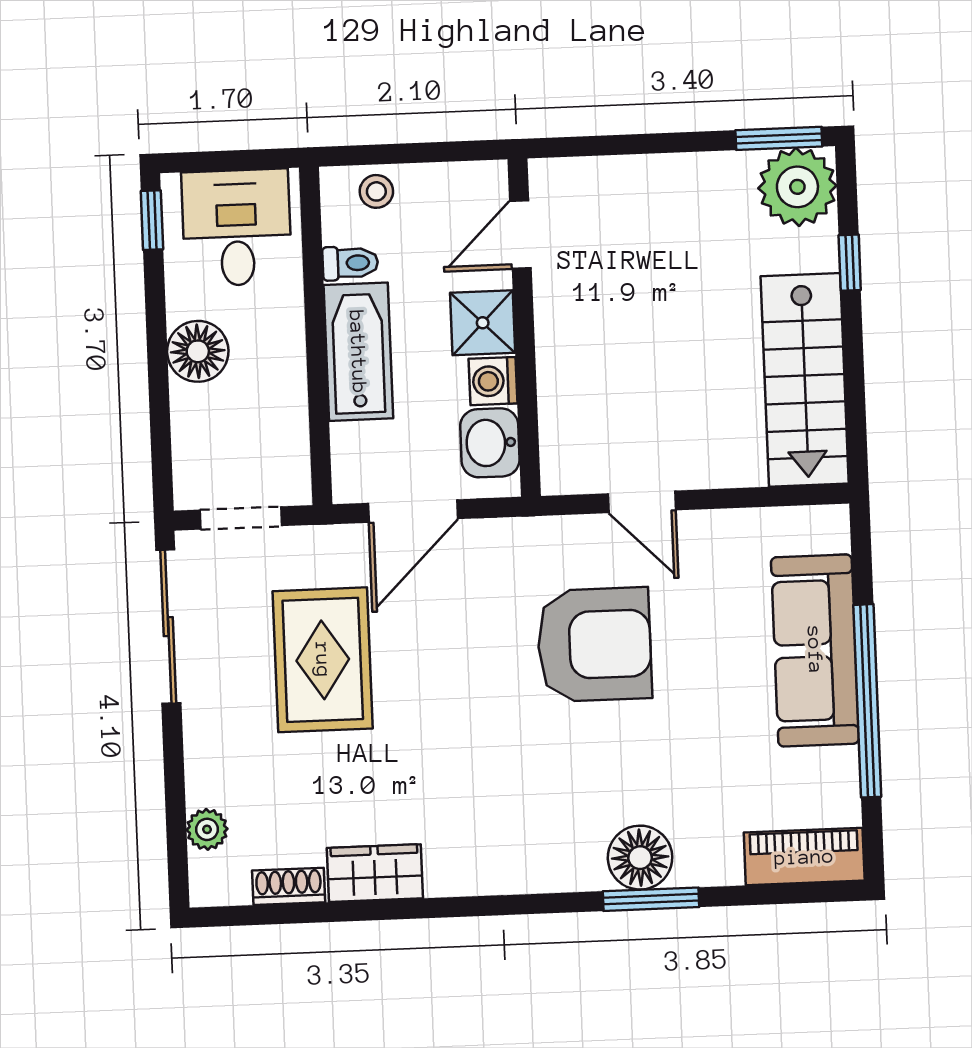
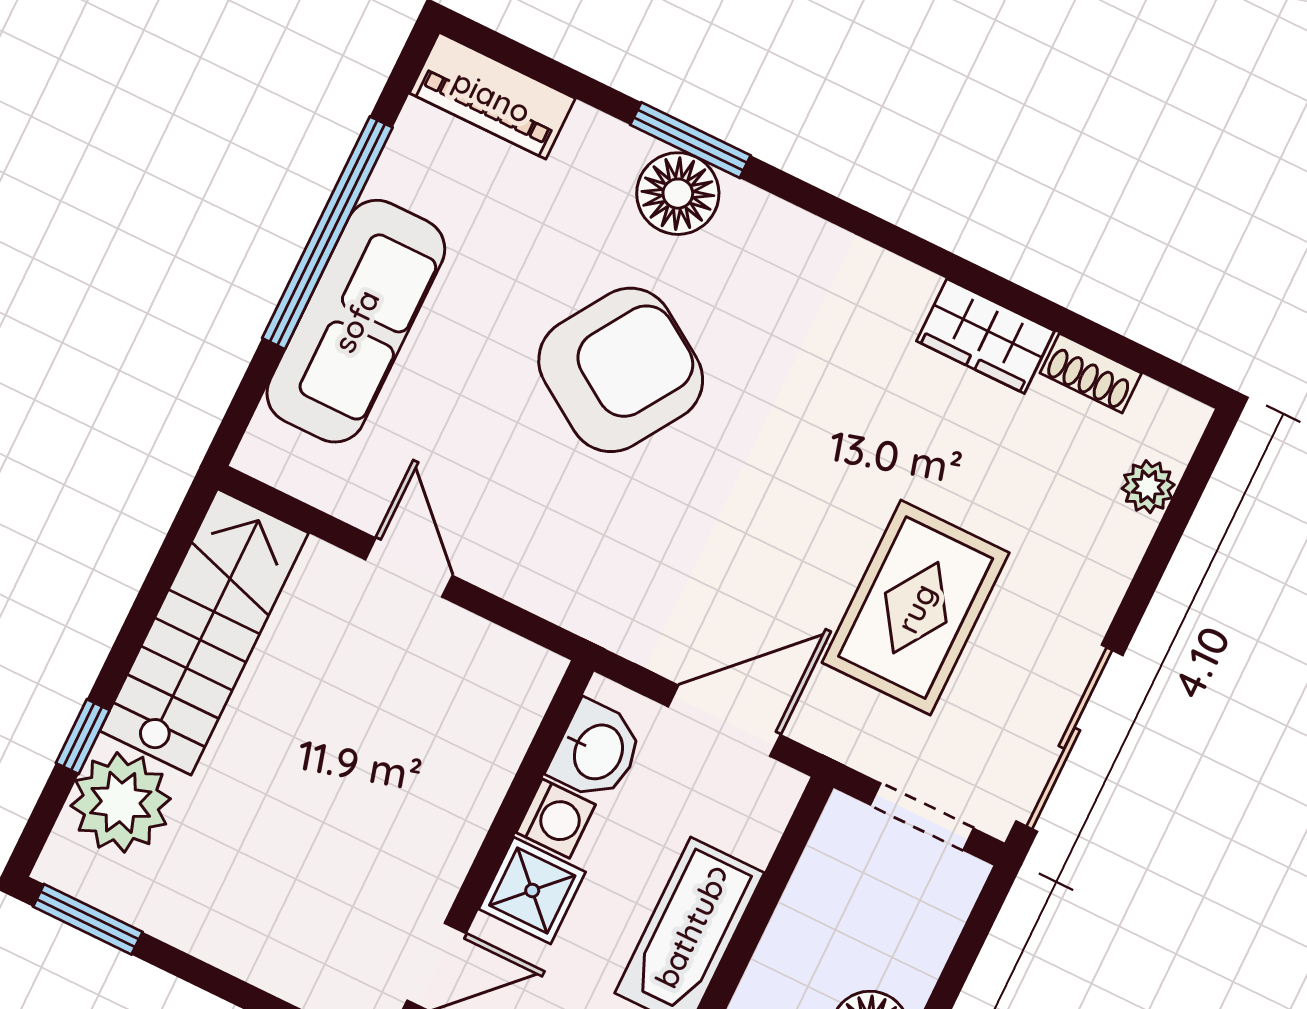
plant: (797, 187) -> (121, 802), moved
door: (642, 502) -> (409, 567), moved
armchair: (594, 645) -> (621, 370), moved, turned 123

